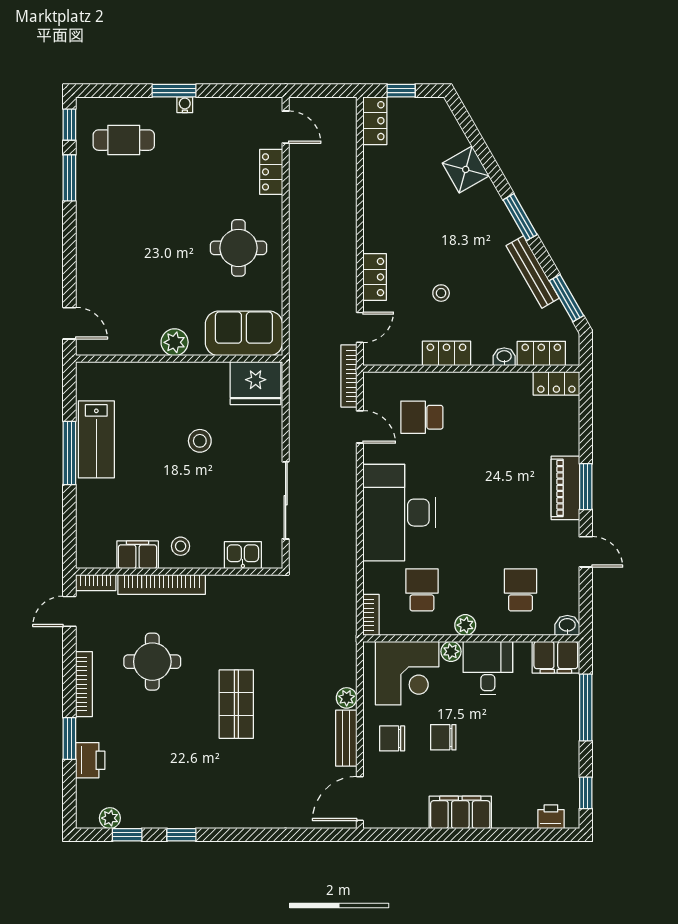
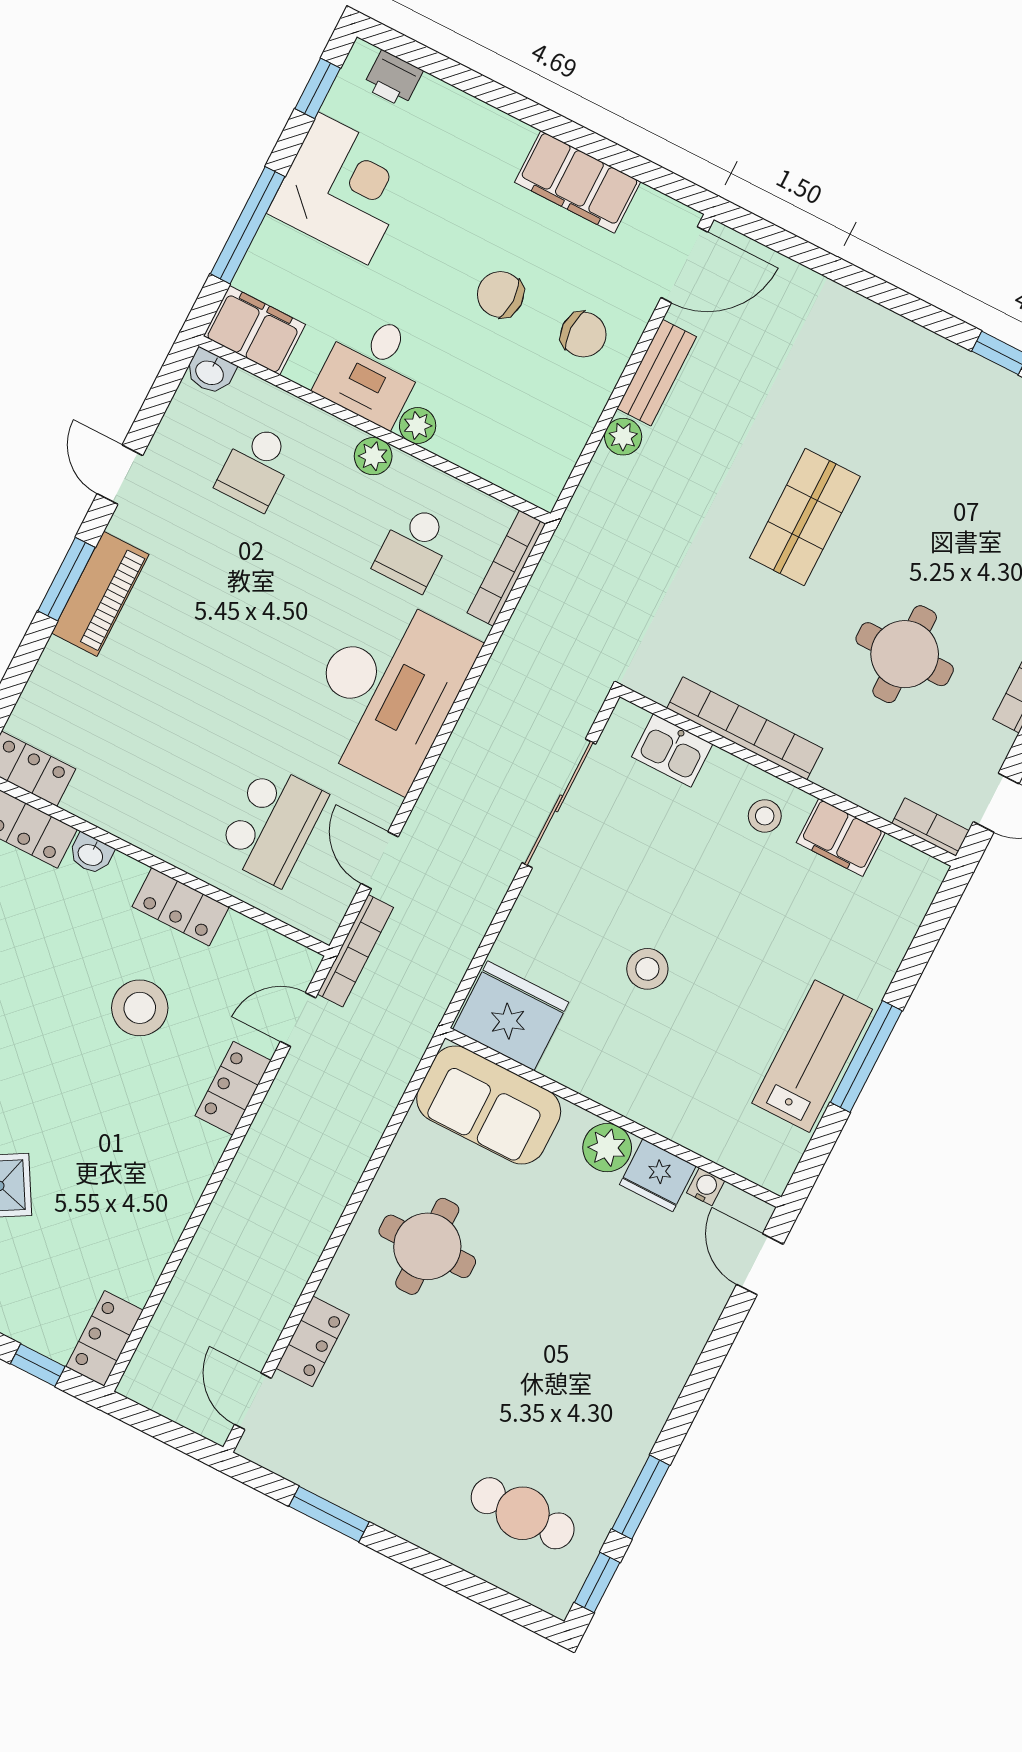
window: (174, 91) -> (329, 1514), moved
water cooler: (185, 105) -> (706, 1187), moved, turned 180
stool: (441, 293) -> (140, 1008), width x1.89, depth x1.89
fridge: (142, 341) -> (658, 1175), added
school desk: (422, 417) -> (272, 825), width x1.85
bookcase: (162, 584) -> (745, 728), moved
bookcase: (371, 615) -> (506, 568), width x1.56
corner desk: (407, 673) -> (343, 189), moved, turned 90
chair: (443, 737) -> (500, 294), turned 180
filing cabinet: (460, 812) -> (578, 182), moved

